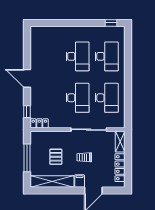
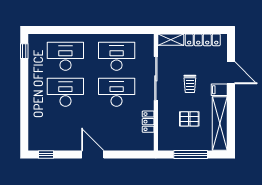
door: (27, 78) -> (93, 155), swing flipped
window: (27, 112) -> (46, 155), moved
locker: (39, 123) -> (148, 122), moved

